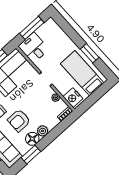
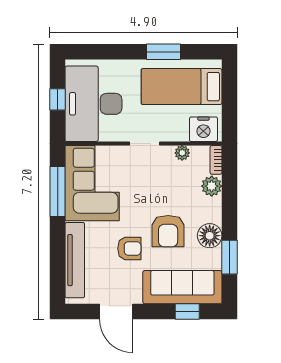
window: (32, 28) -> (58, 99), width x0.46
desk: (34, 48) -> (93, 104), width x1.87, depth x1.30
plant: (43, 131) -> (212, 186), moved

